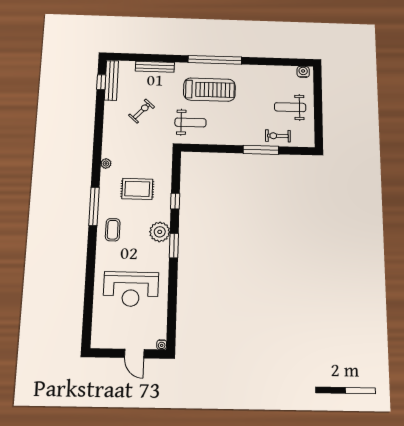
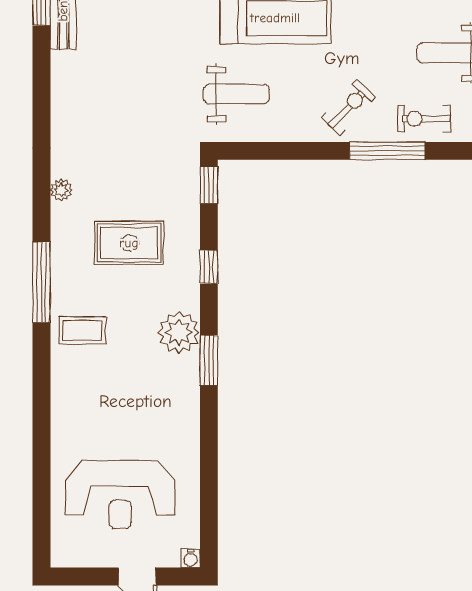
exercise bike: (141, 111) -> (348, 108), moved
window: (176, 163) -> (209, 185), added
coffee table: (113, 230) -> (82, 330), turned 90
reception desk: (131, 289) -> (120, 495), moved

